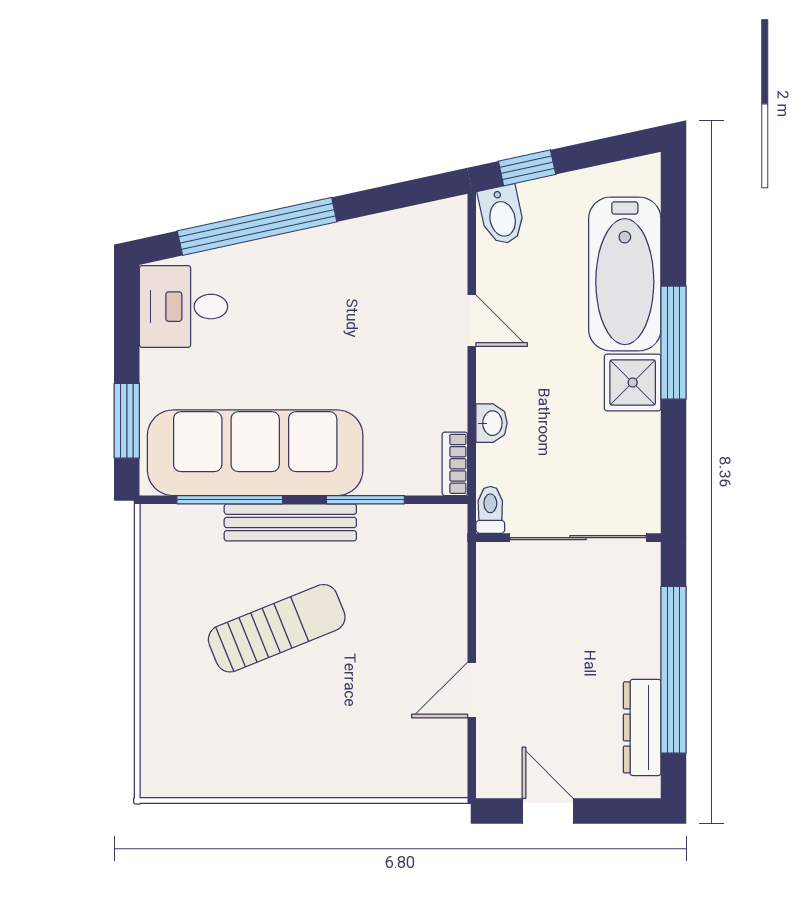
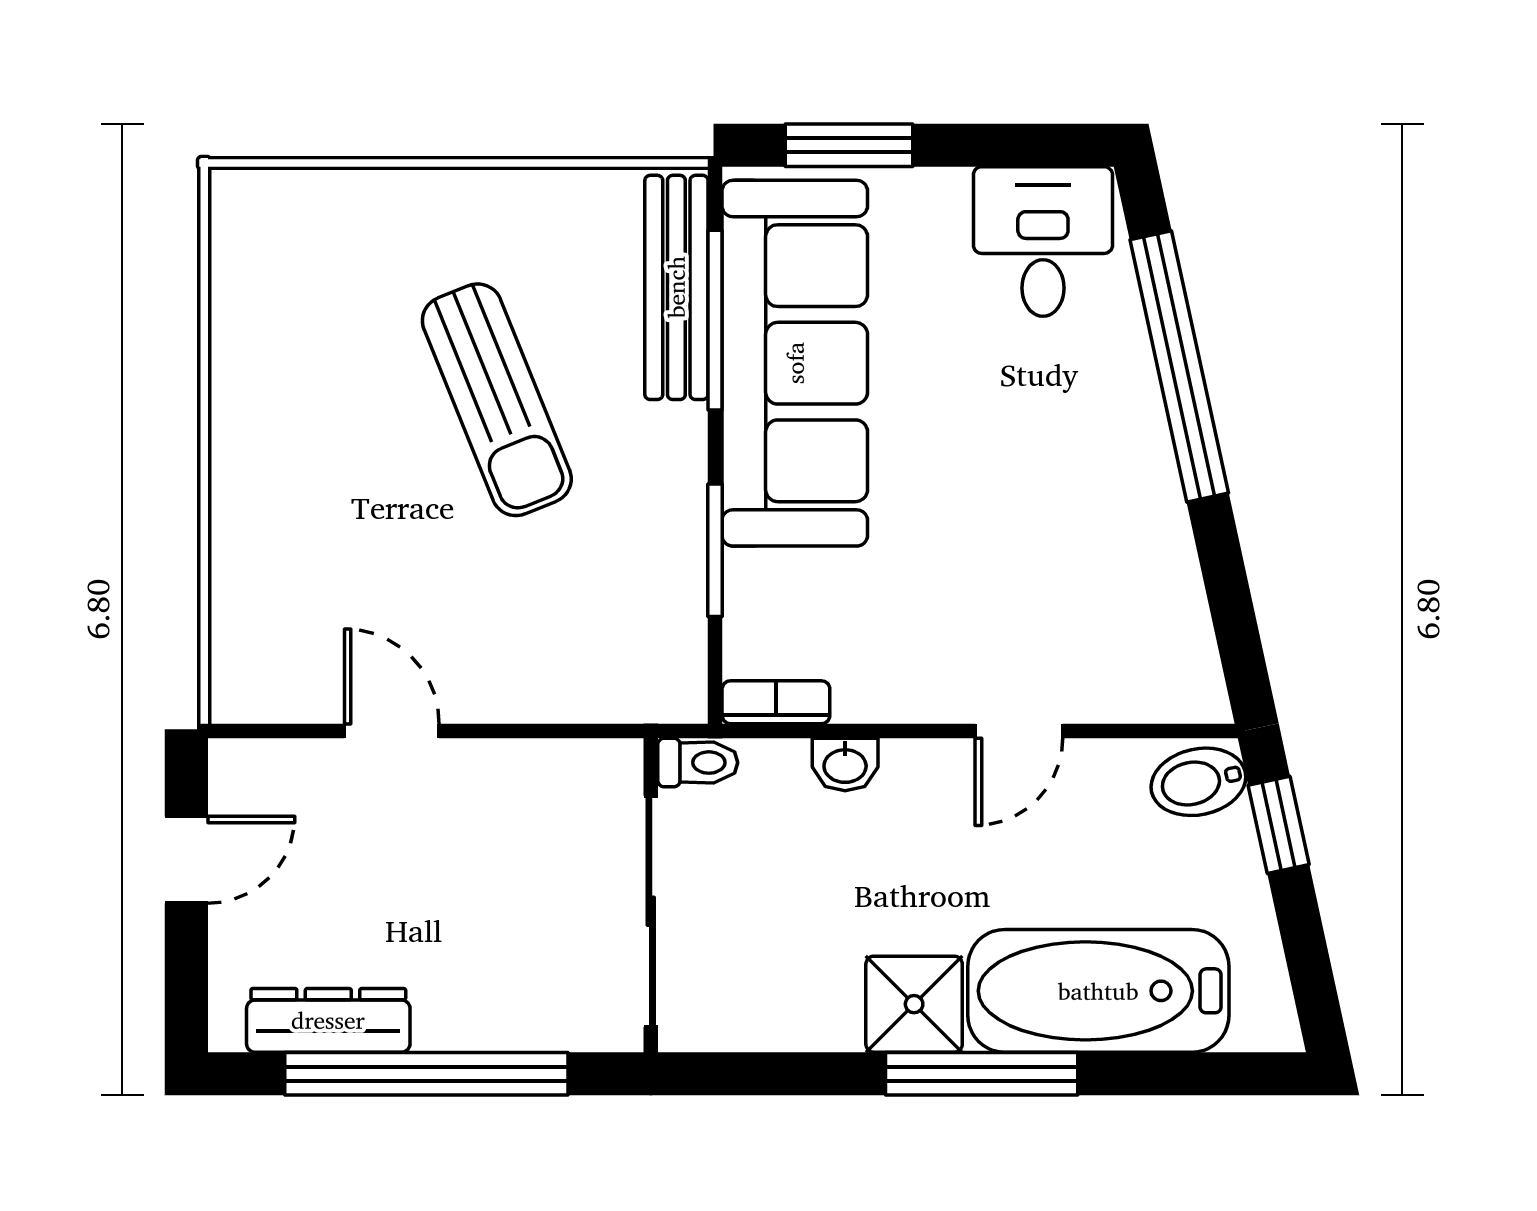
bench: (290, 522) -> (676, 287), moved

